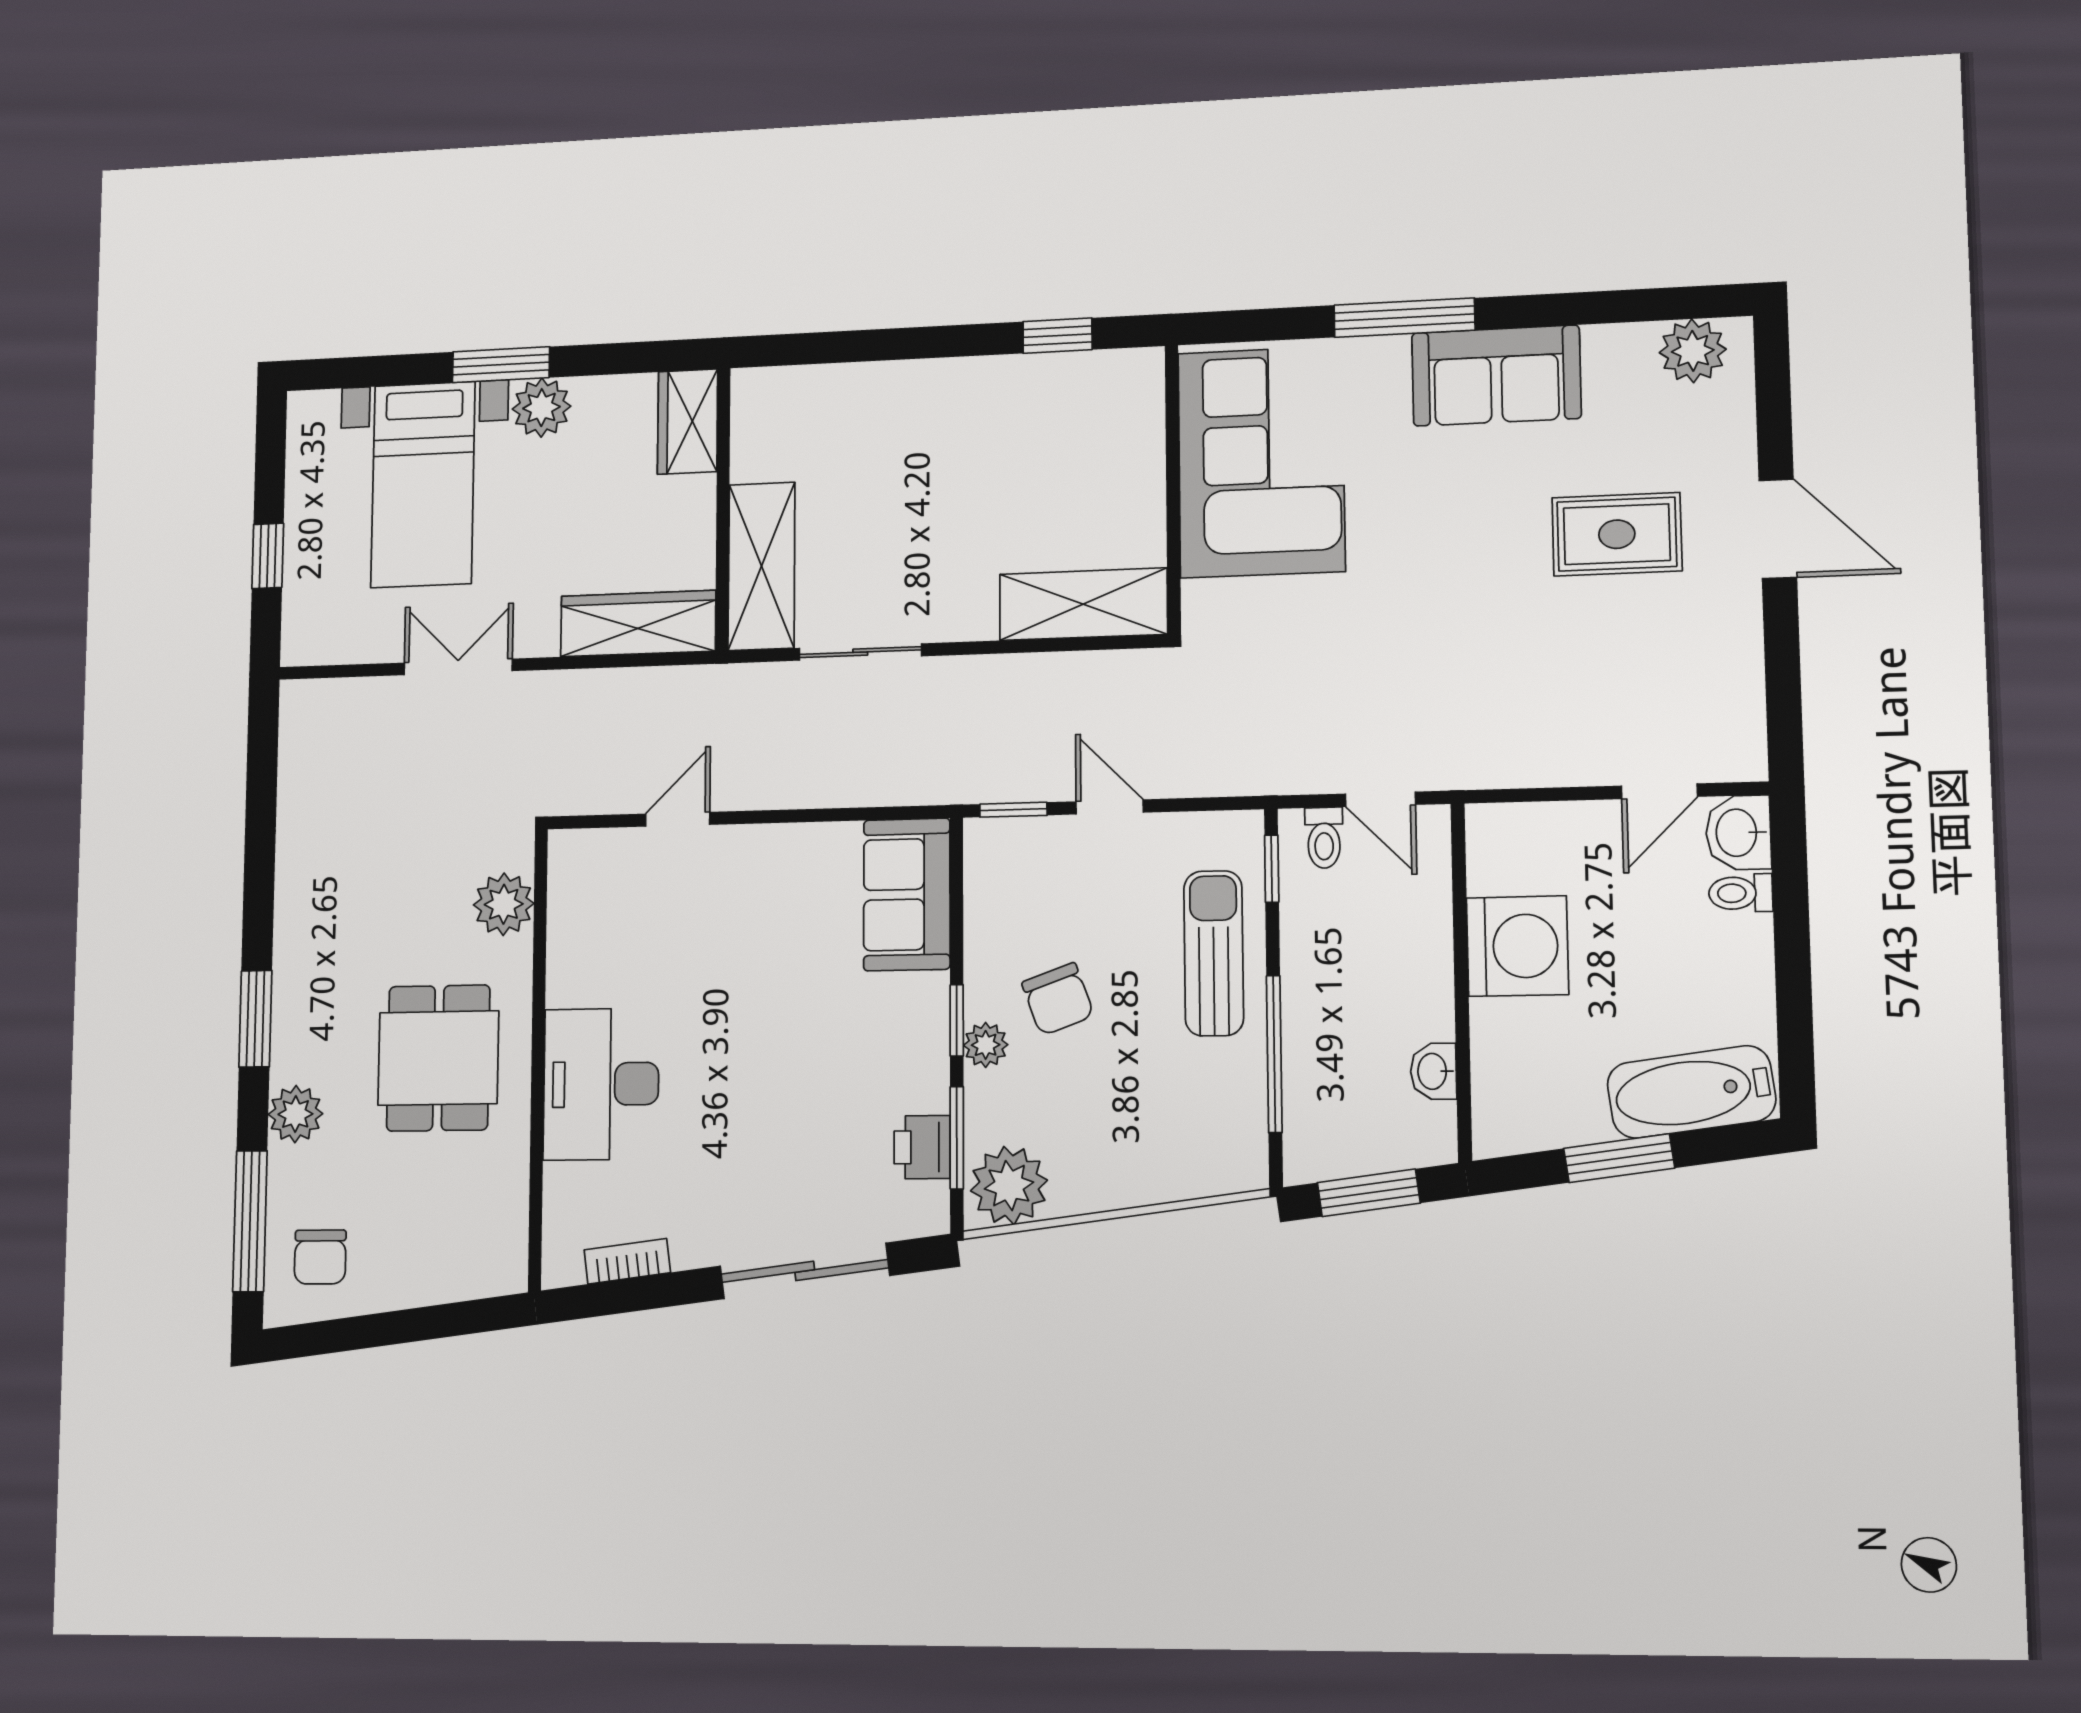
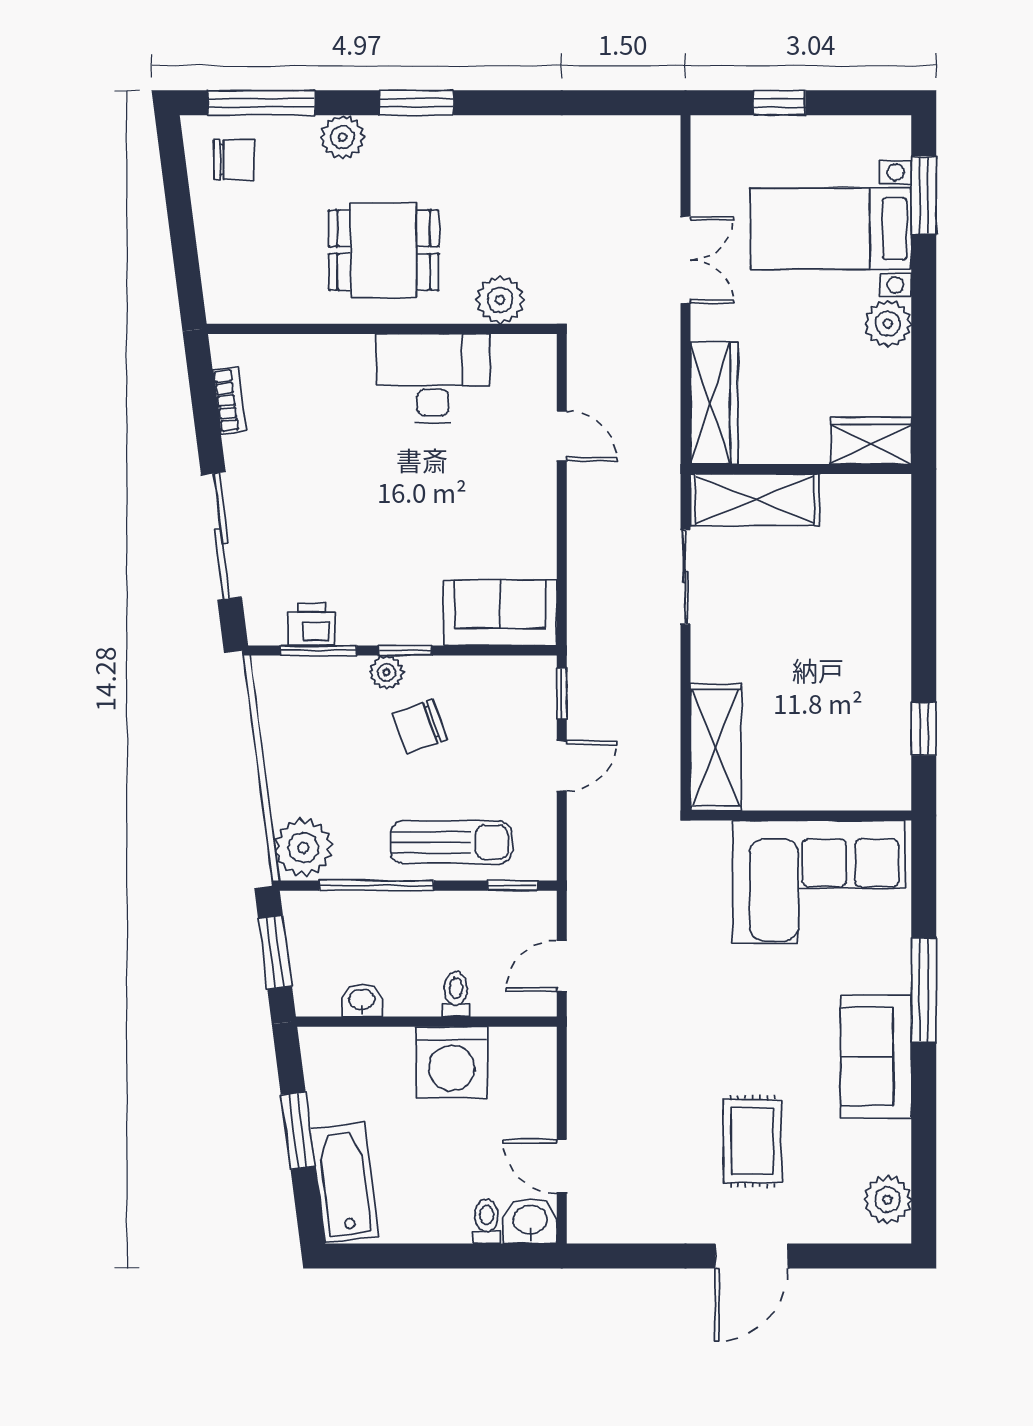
window: (501, 365) -> (924, 196), moved
toilet: (1324, 838) -> (456, 994), moved, turned 90
desk: (601, 1084) -> (433, 378), moved
plant: (1009, 1186) -> (303, 848), moved
chair: (320, 1257) -> (234, 160), turned 180

